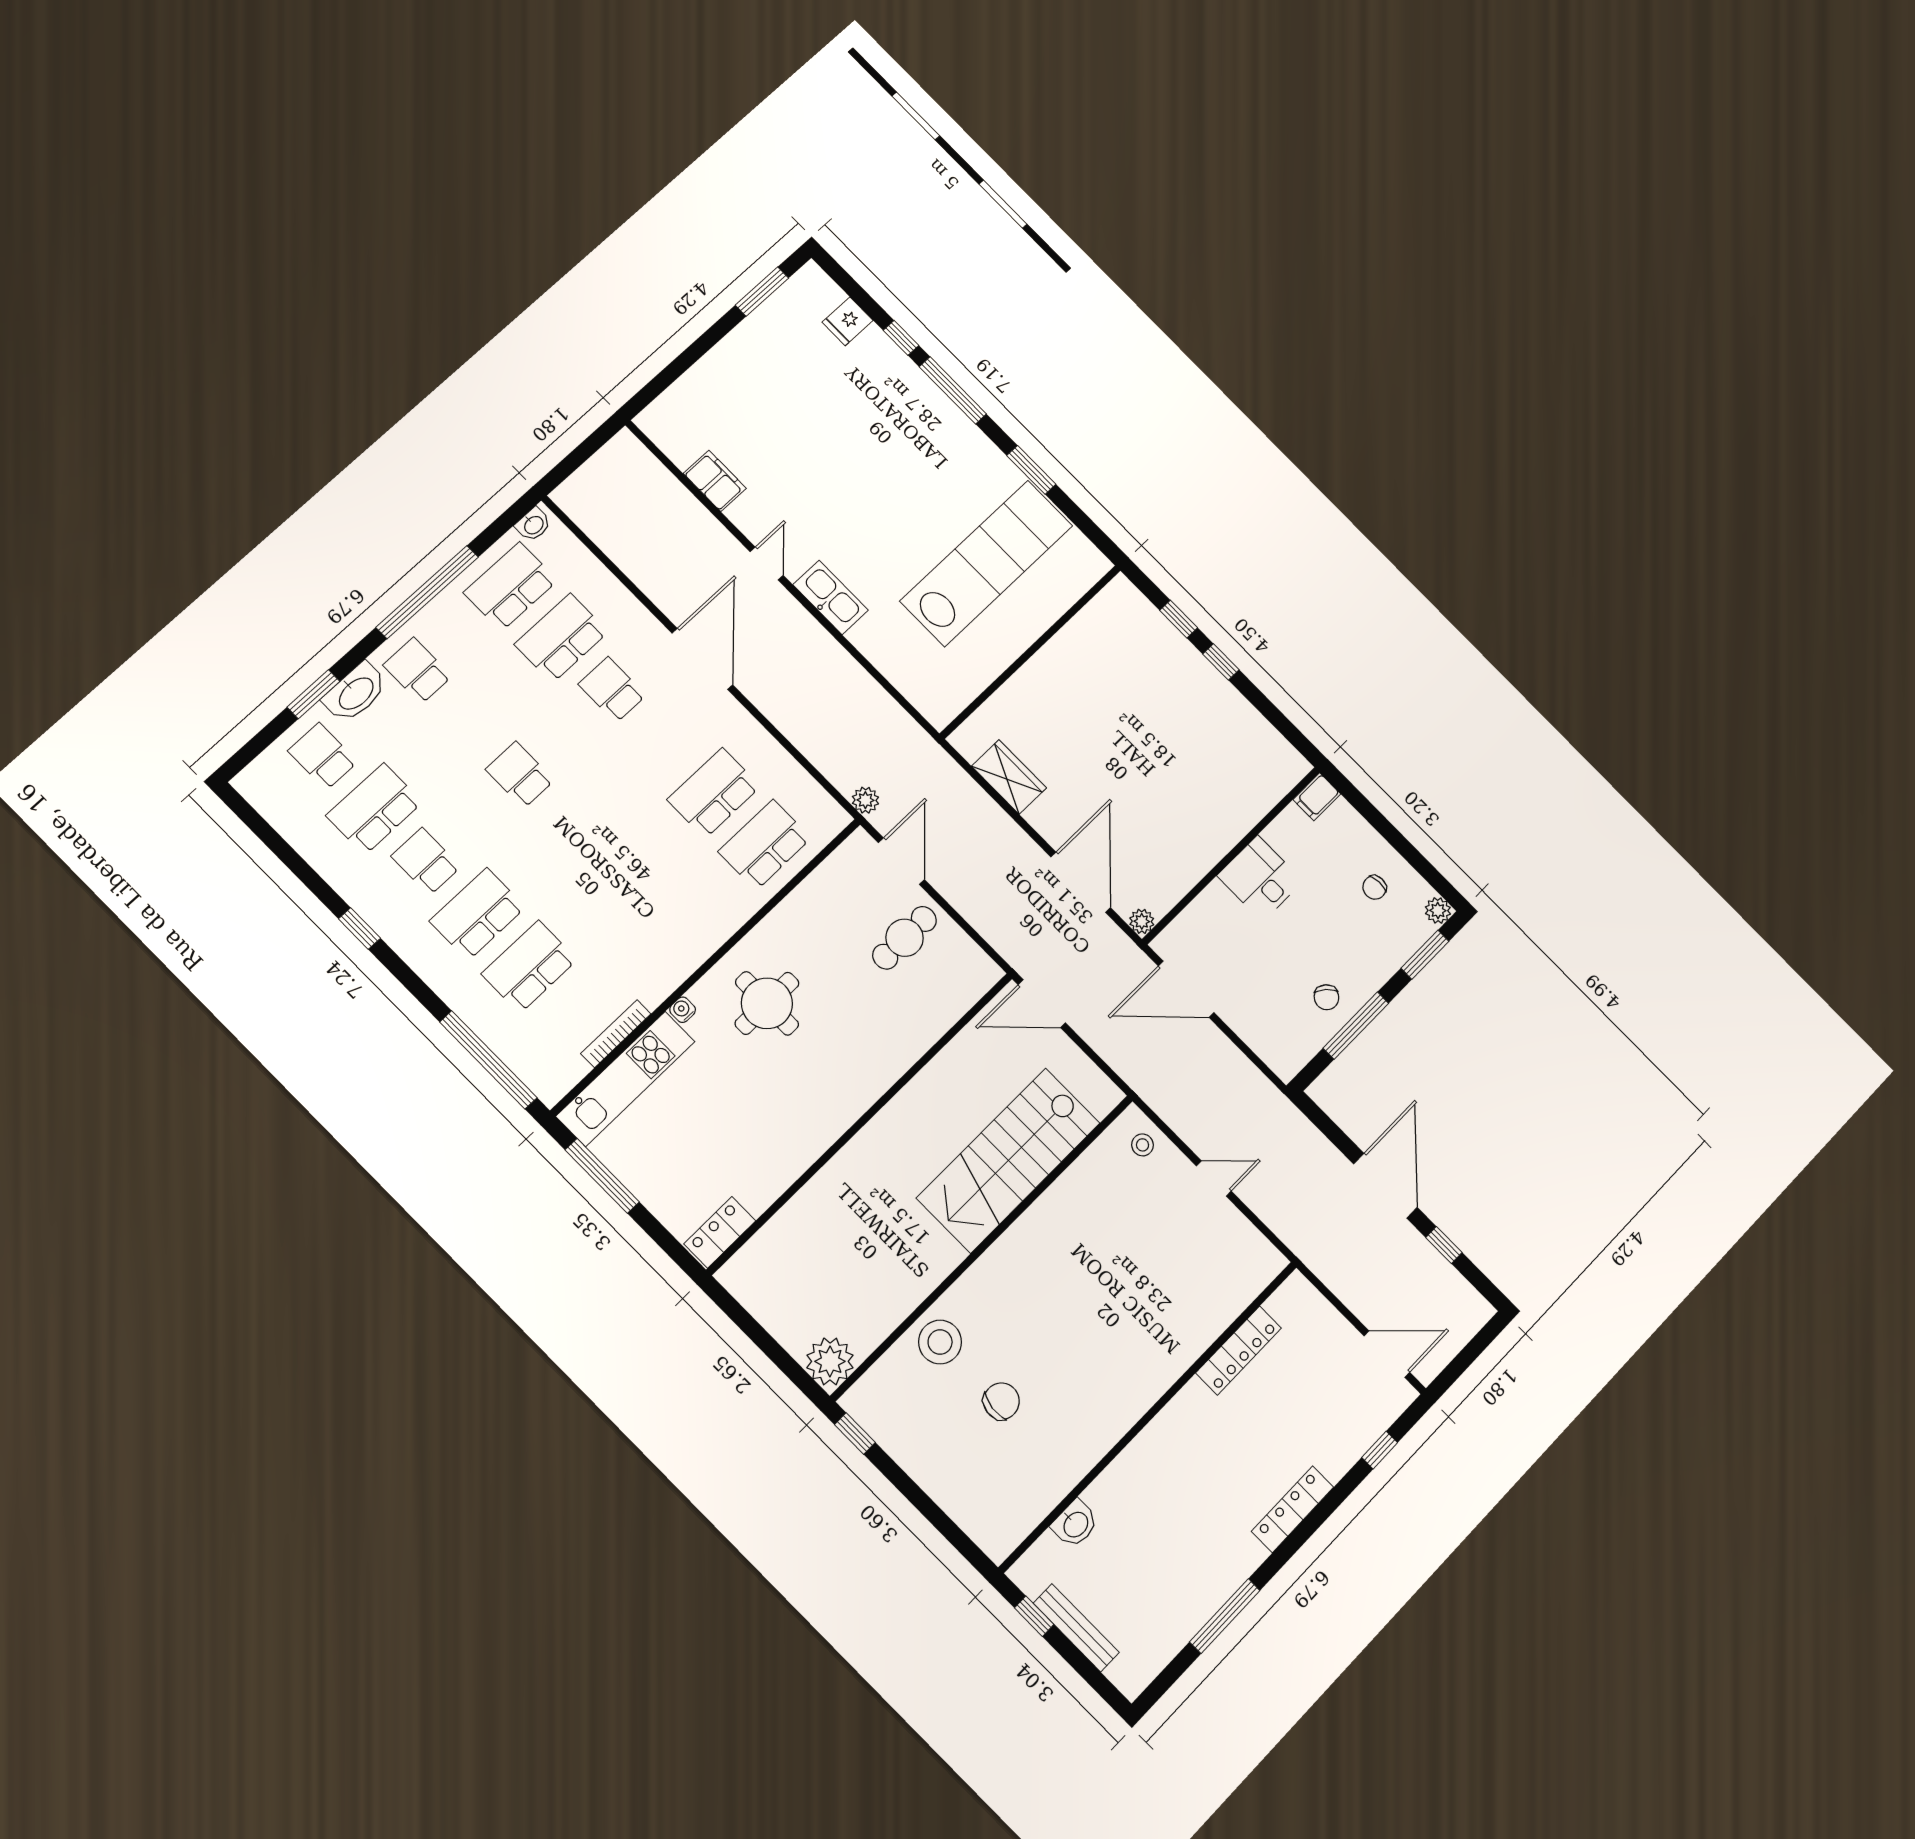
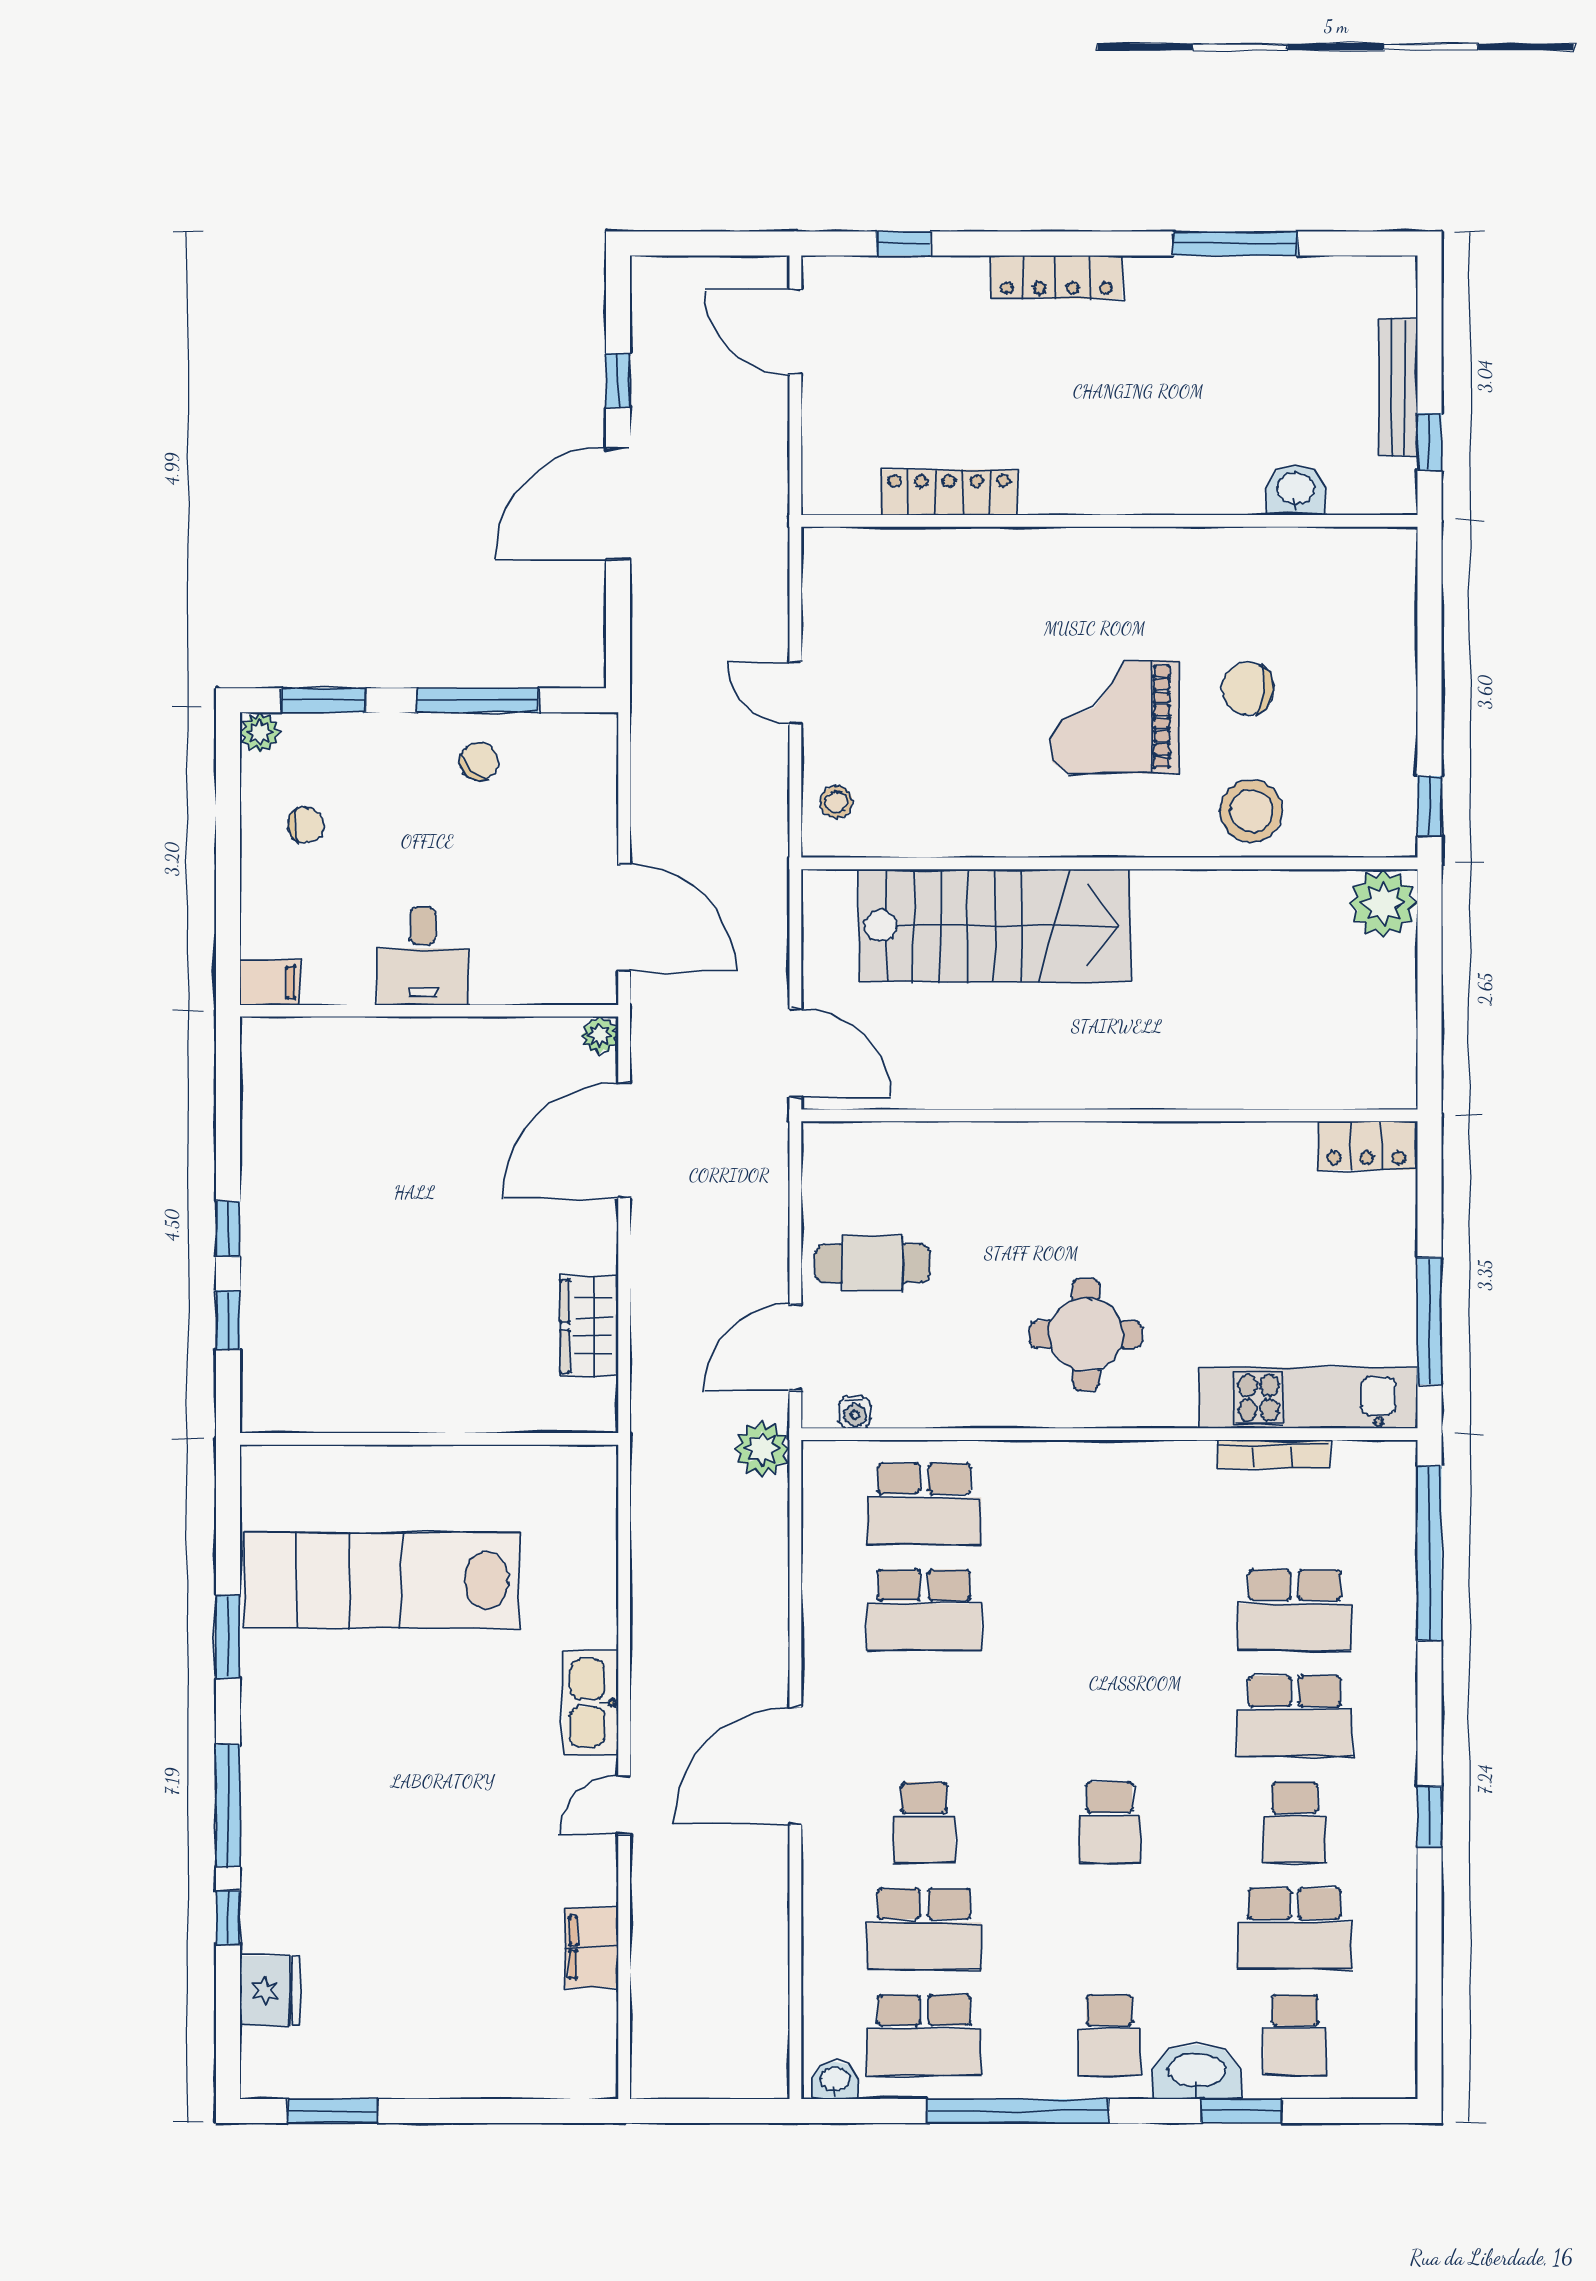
fridge: (848, 321) -> (270, 1991), width x1.38
plant: (865, 800) -> (762, 1449), width x1.38, depth x1.38
water cooler: (683, 1010) -> (855, 1413), moved
grand piano: (1052, 1321) -> (1115, 717), added

